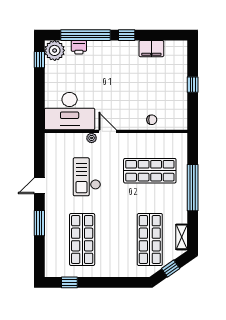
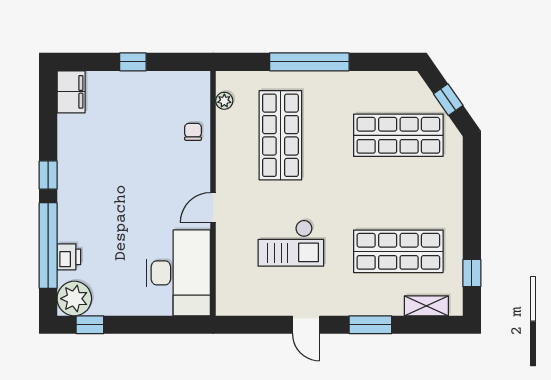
filing cabinet: (151, 49) -> (71, 92), moved
plant: (92, 138) -> (224, 101), moved
shelving: (182, 237) -> (426, 306), moved

